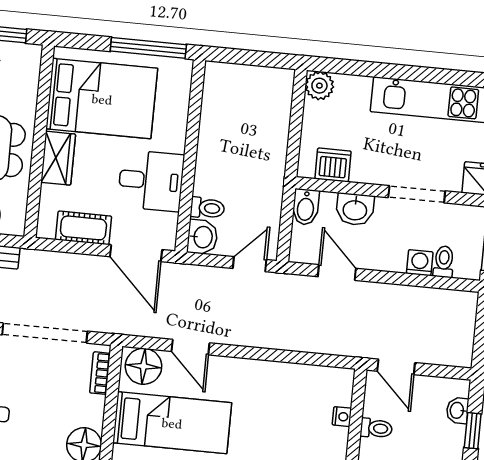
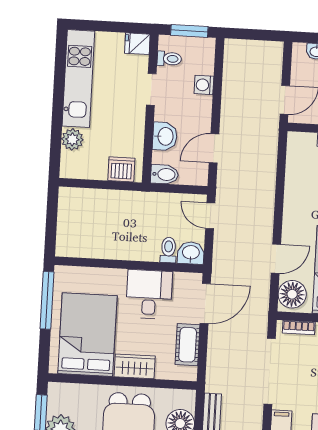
plant: (319, 86) -> (72, 139), moved
dishwasher: (333, 165) -> (121, 169), moved, turned 90
doorway: (417, 194) -> (151, 89), width x0.73
toilet: (444, 262) -> (169, 59), moved, turned 180

